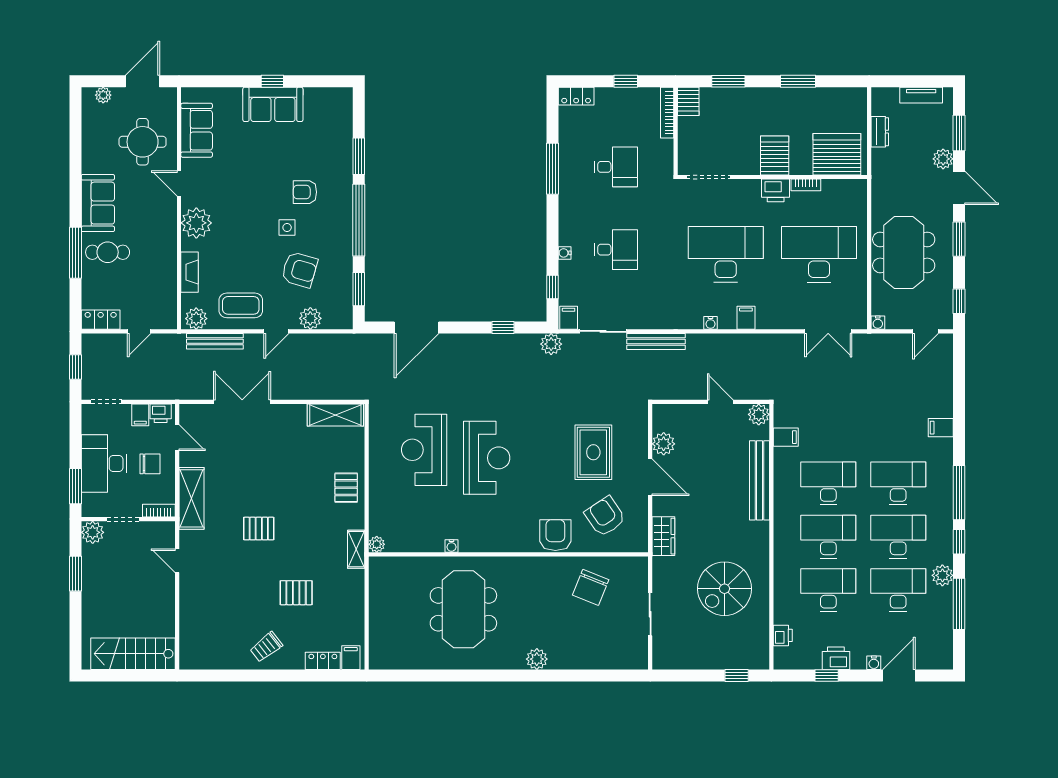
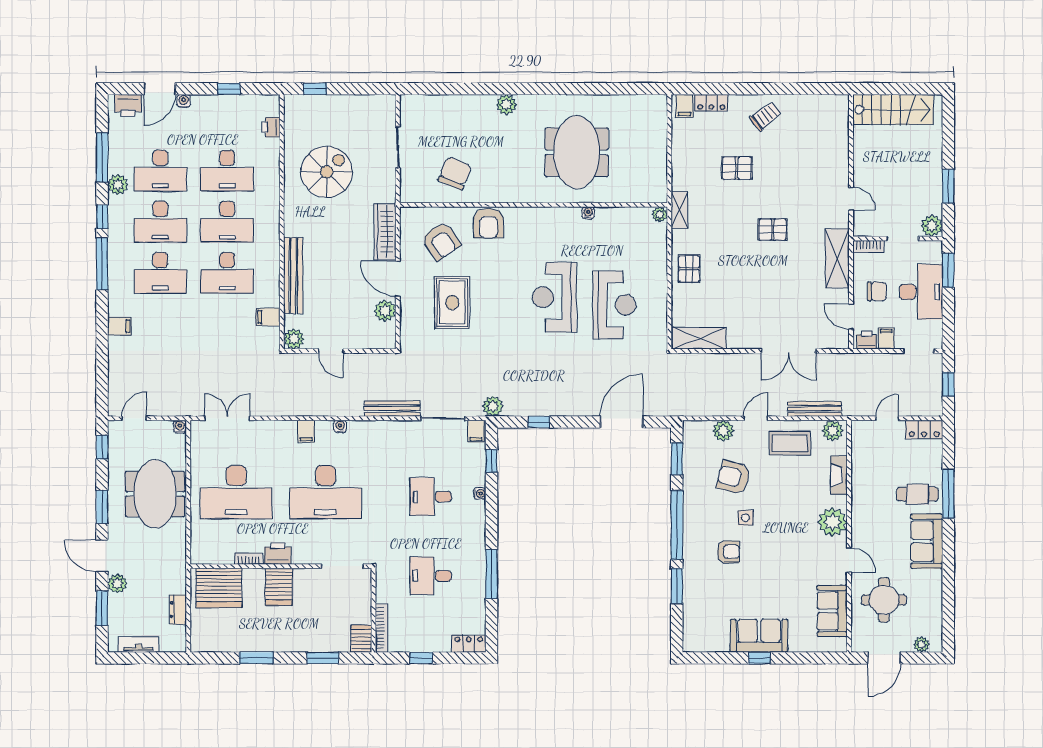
chair: (150, 464) -> (877, 291), turned 180
wardrobe: (663, 536) -> (385, 232), width x1.50
printer: (836, 658) -> (128, 105), moved

